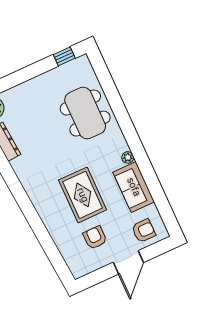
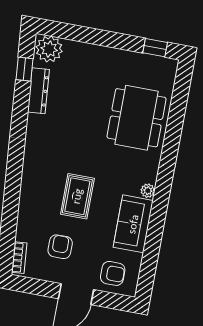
rug: (83, 195) -> (77, 196), width x0.73, depth x0.70
bookcase: (72, 265) -> (19, 258), added

